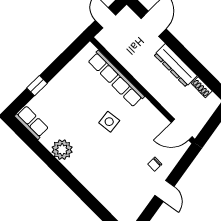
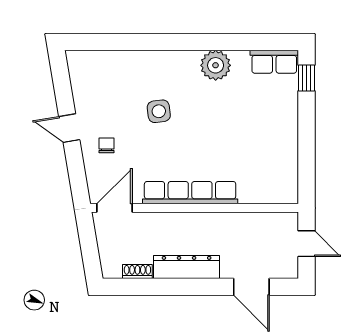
row of seats: (116, 79) -> (190, 193), moved
window: (37, 86) -> (306, 78), moved
side table: (109, 122) -> (159, 111), moved

